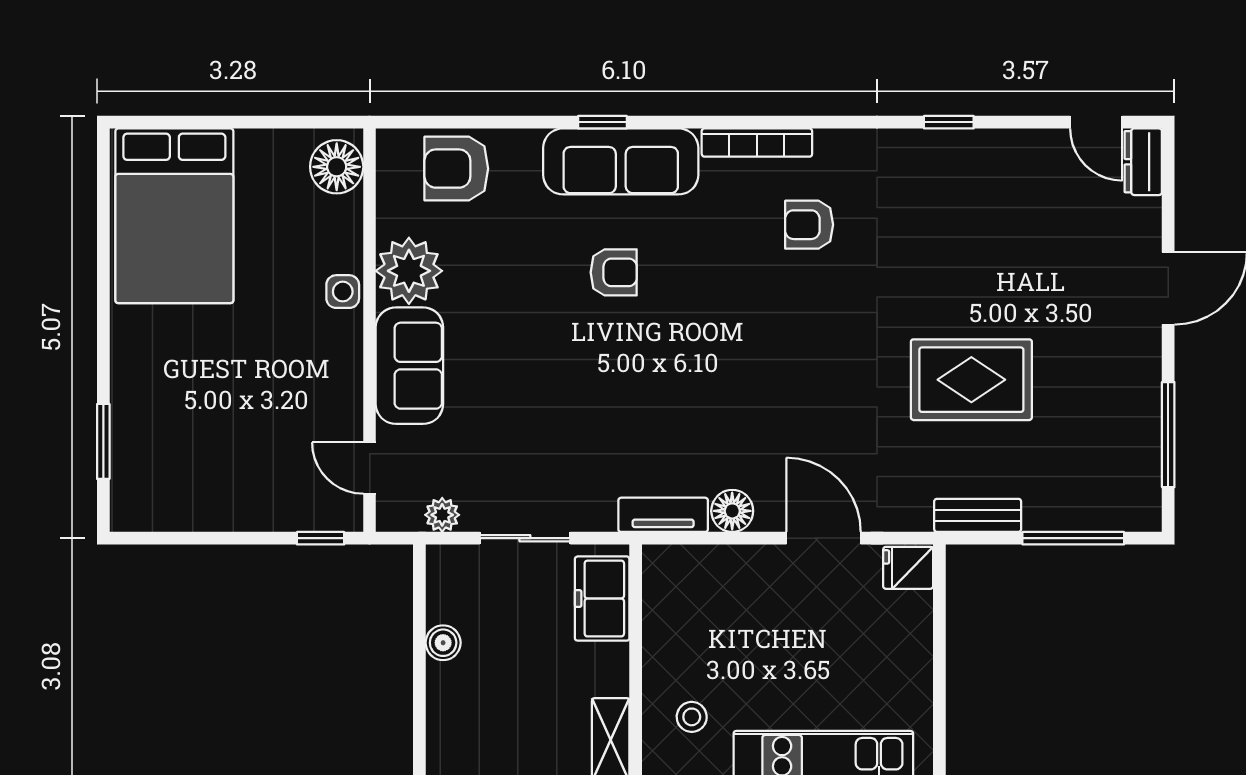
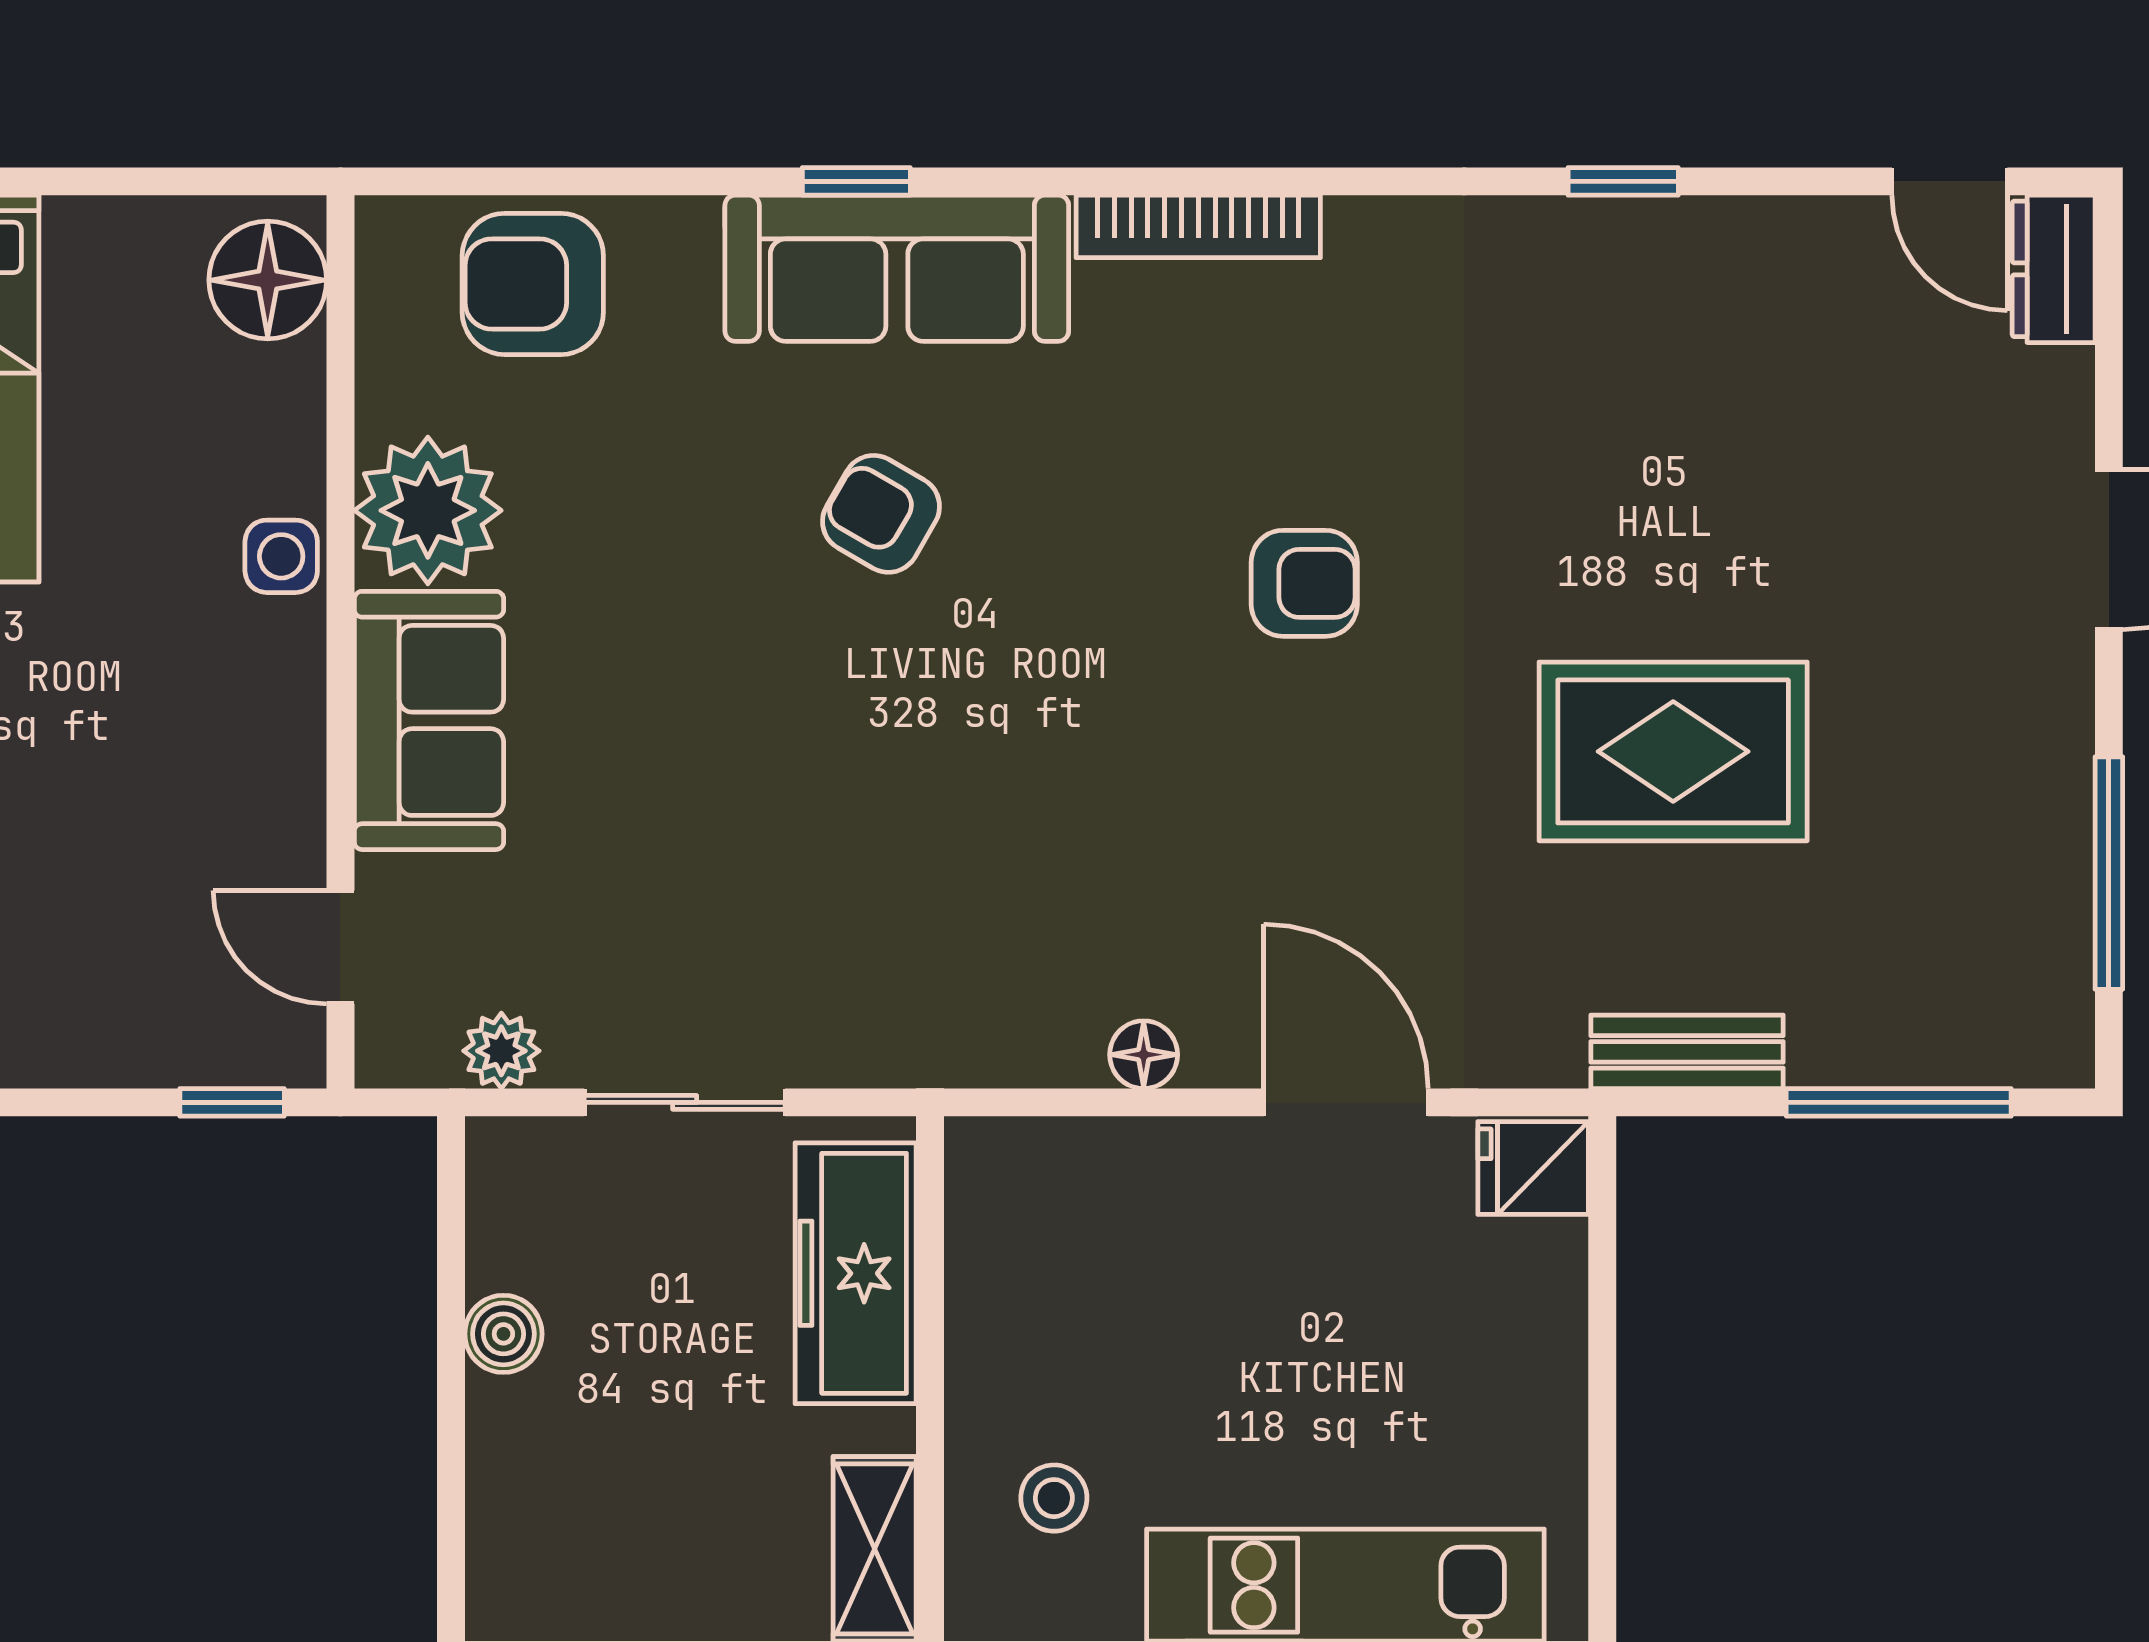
armchair: (809, 225) -> (1304, 583), moved, turned 180
armchair: (614, 272) -> (881, 514), turned -150
floor lamp: (732, 511) -> (1144, 1055), width x0.73, depth x0.73
tv unit: (663, 515) -> (991, 1051), removed
freezer: (602, 599) -> (856, 1273), width x1.40

